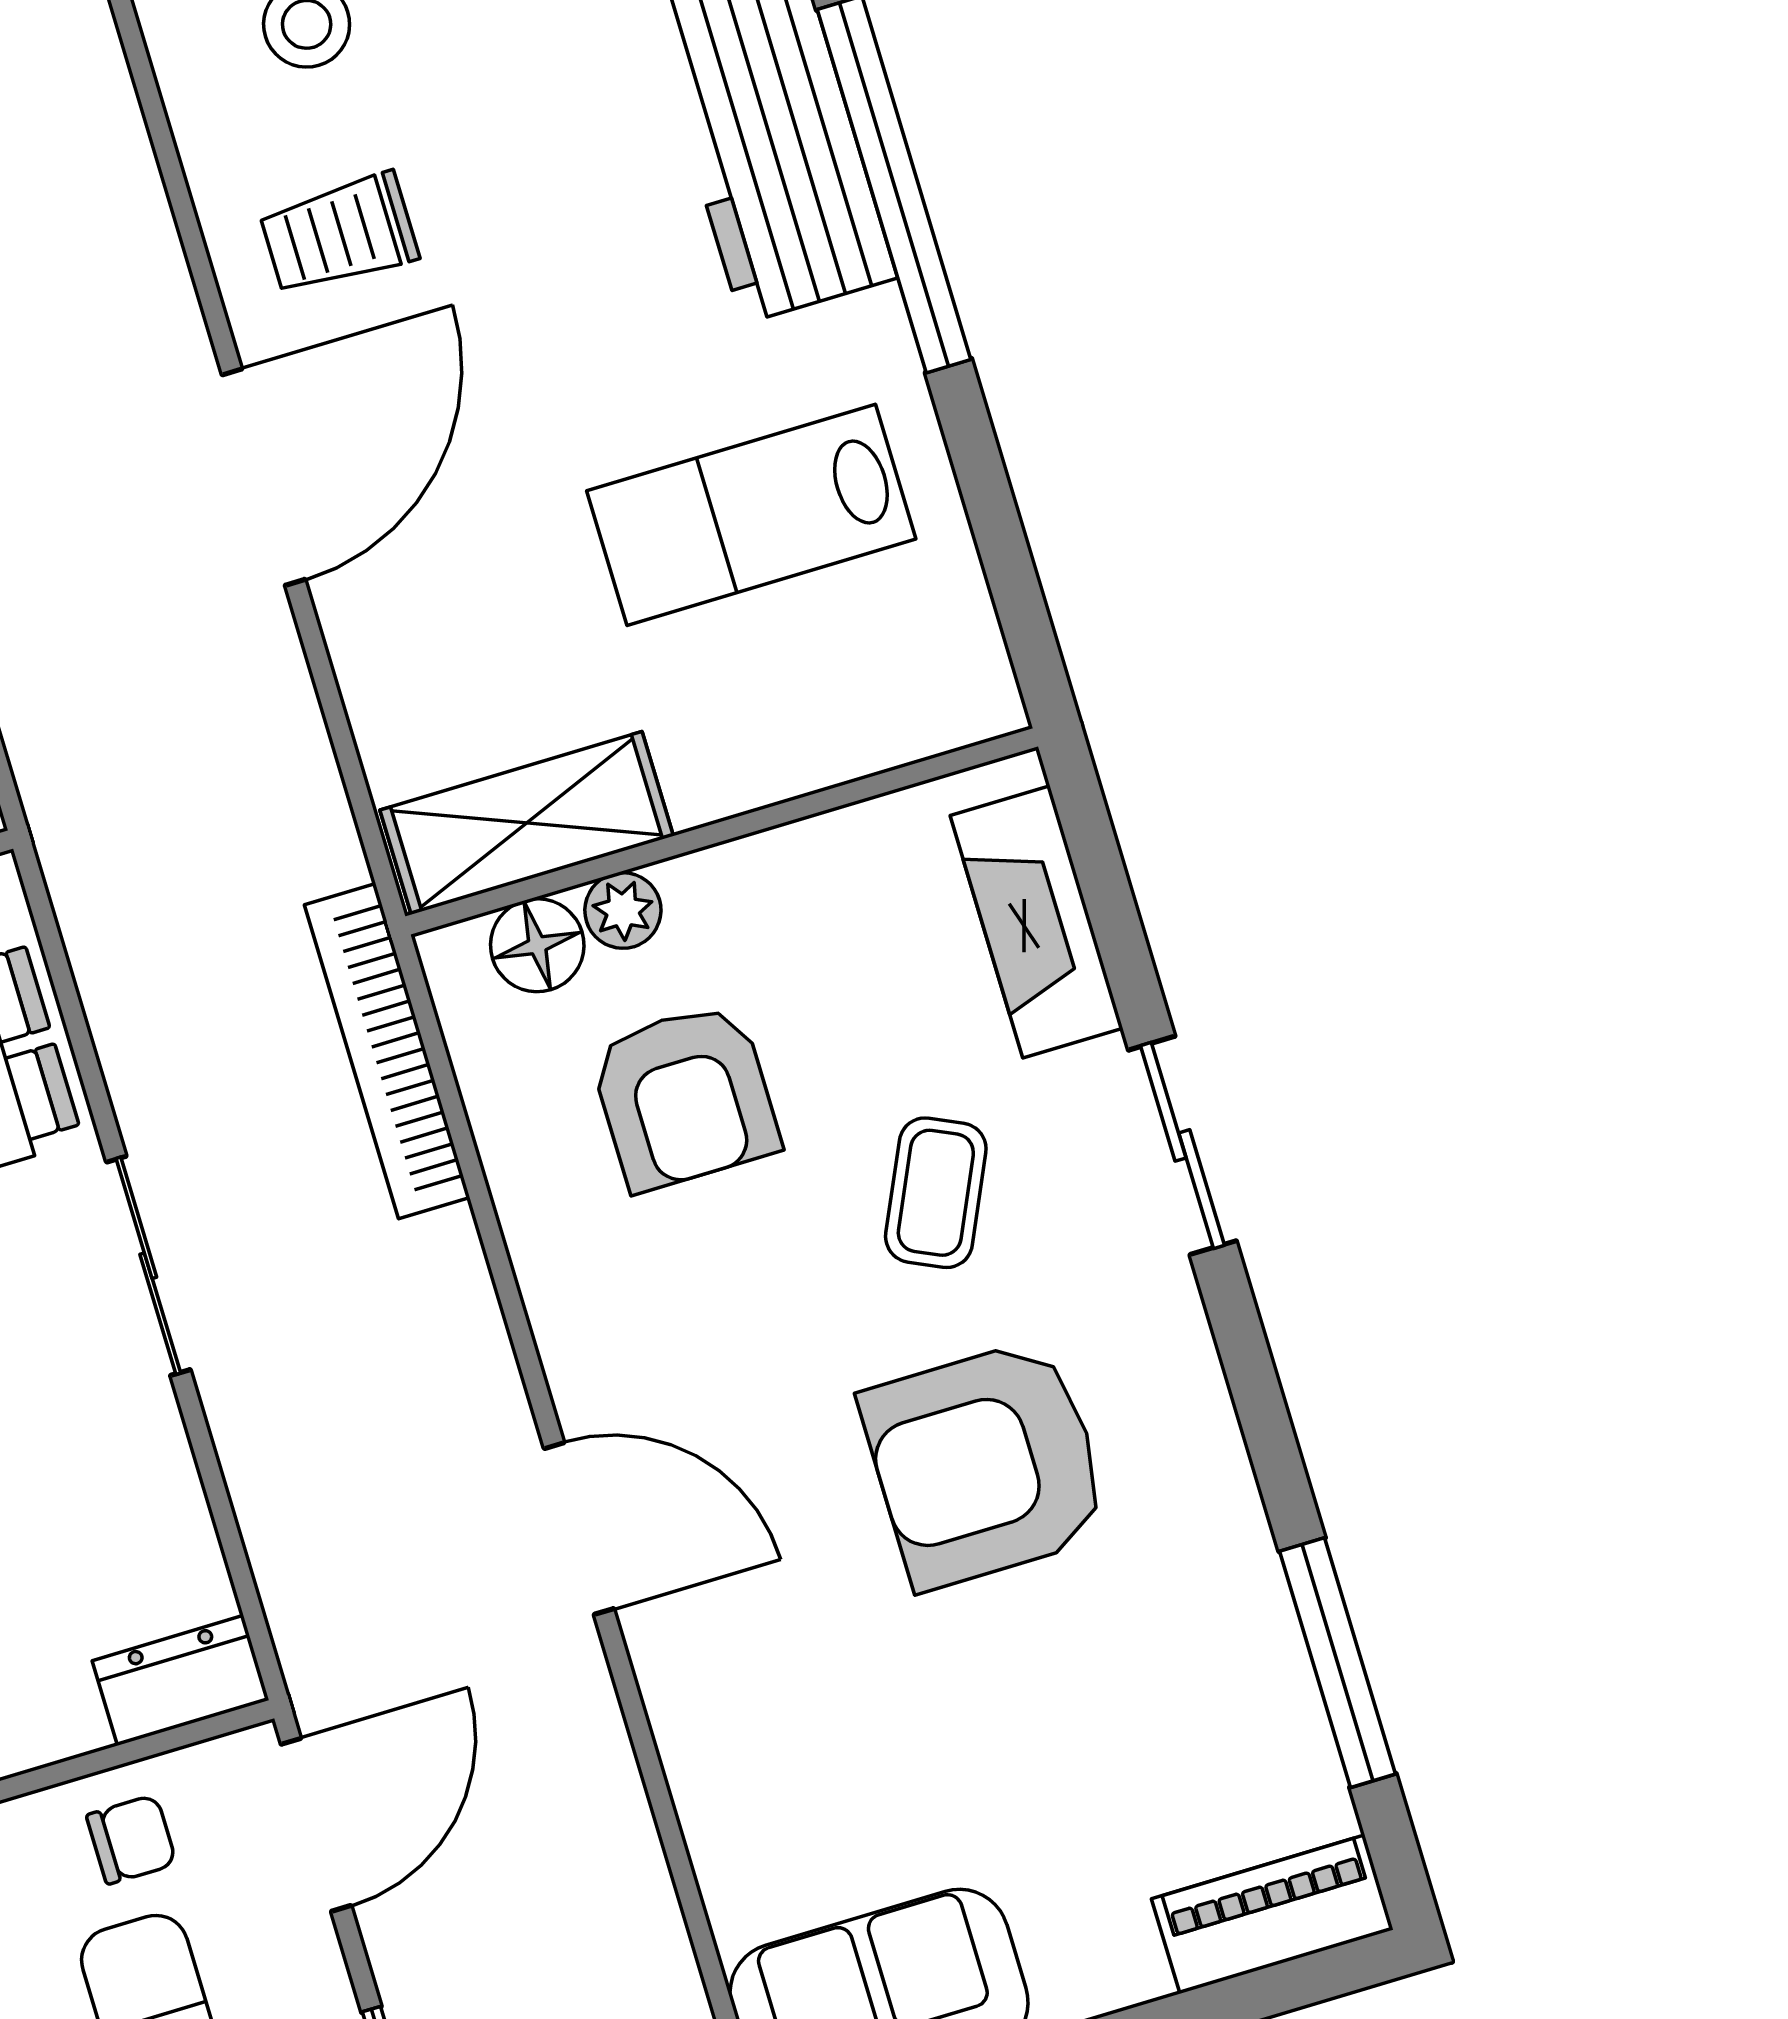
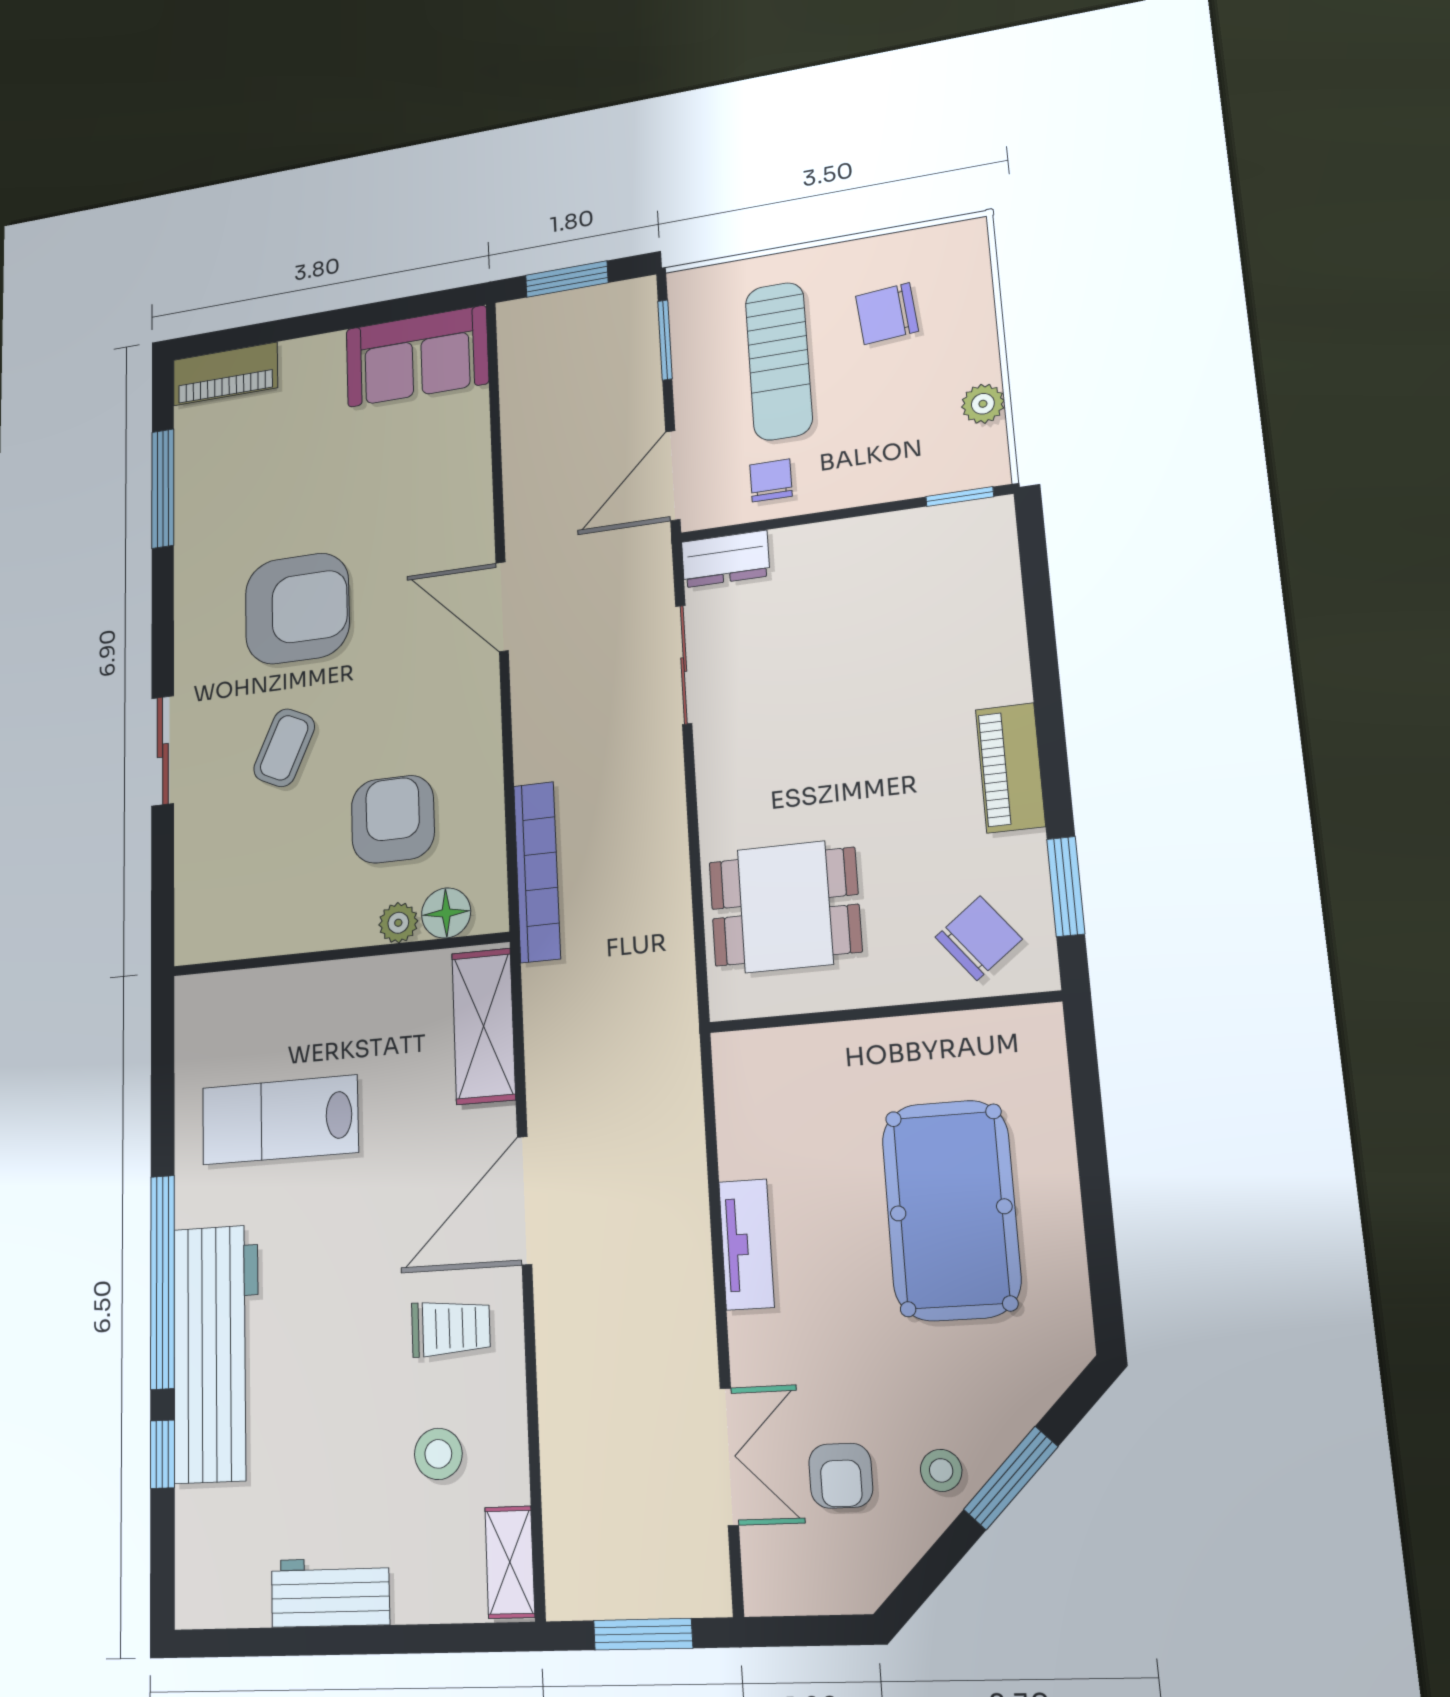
lab bench: (751, 515) -> (280, 1120), turned 180
shelving: (527, 823) -> (483, 1026), moved, turned 90
fireplace: (1036, 922) -> (199, 876), removed
sliding door: (148, 1266) -> (684, 665), moved
chair: (131, 1839) -> (771, 480), turned 90

